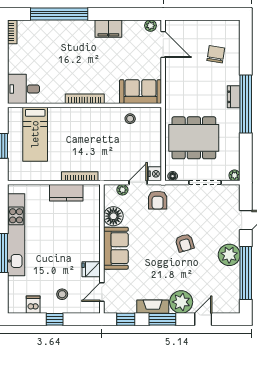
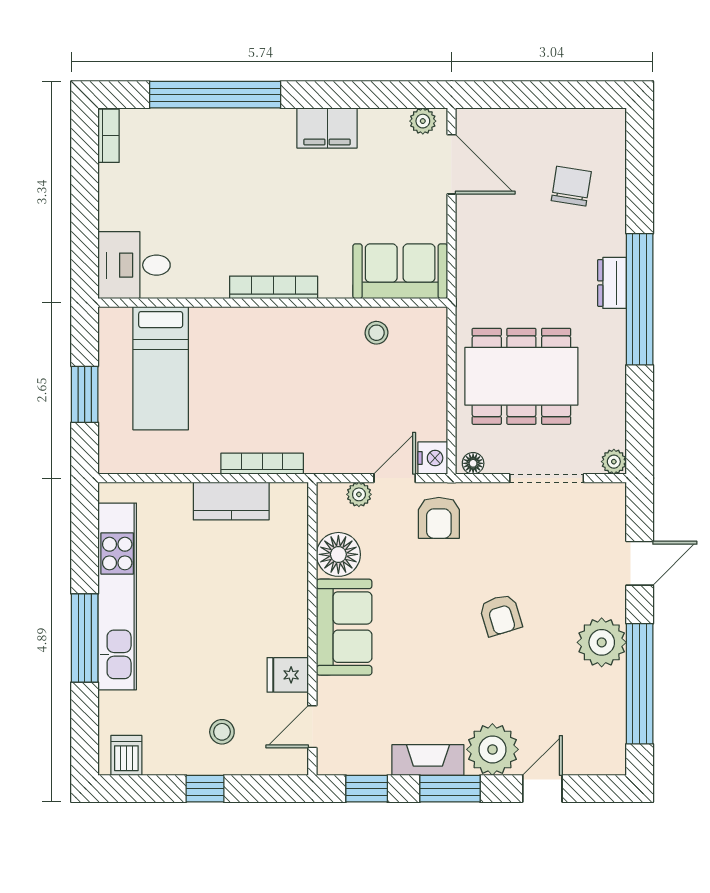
dishwasher: (33, 305) -> (126, 755), moved

